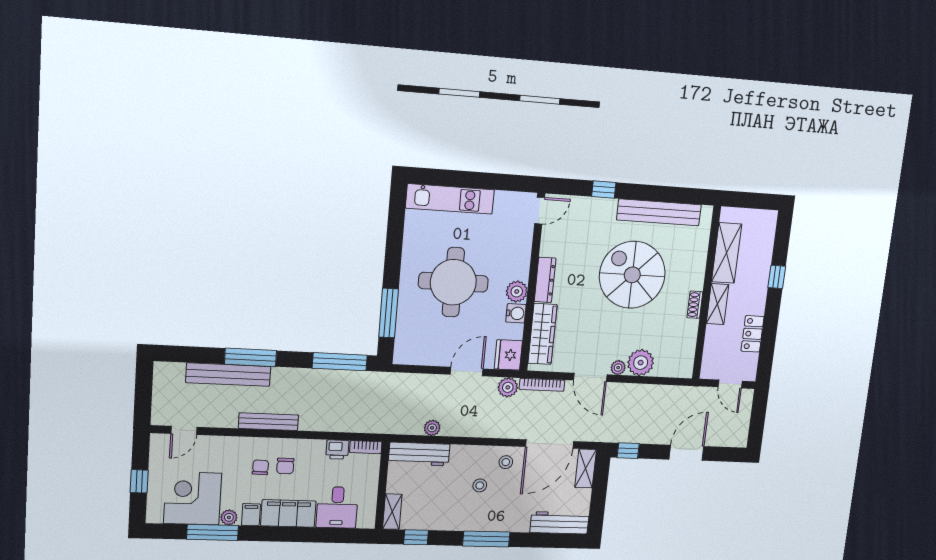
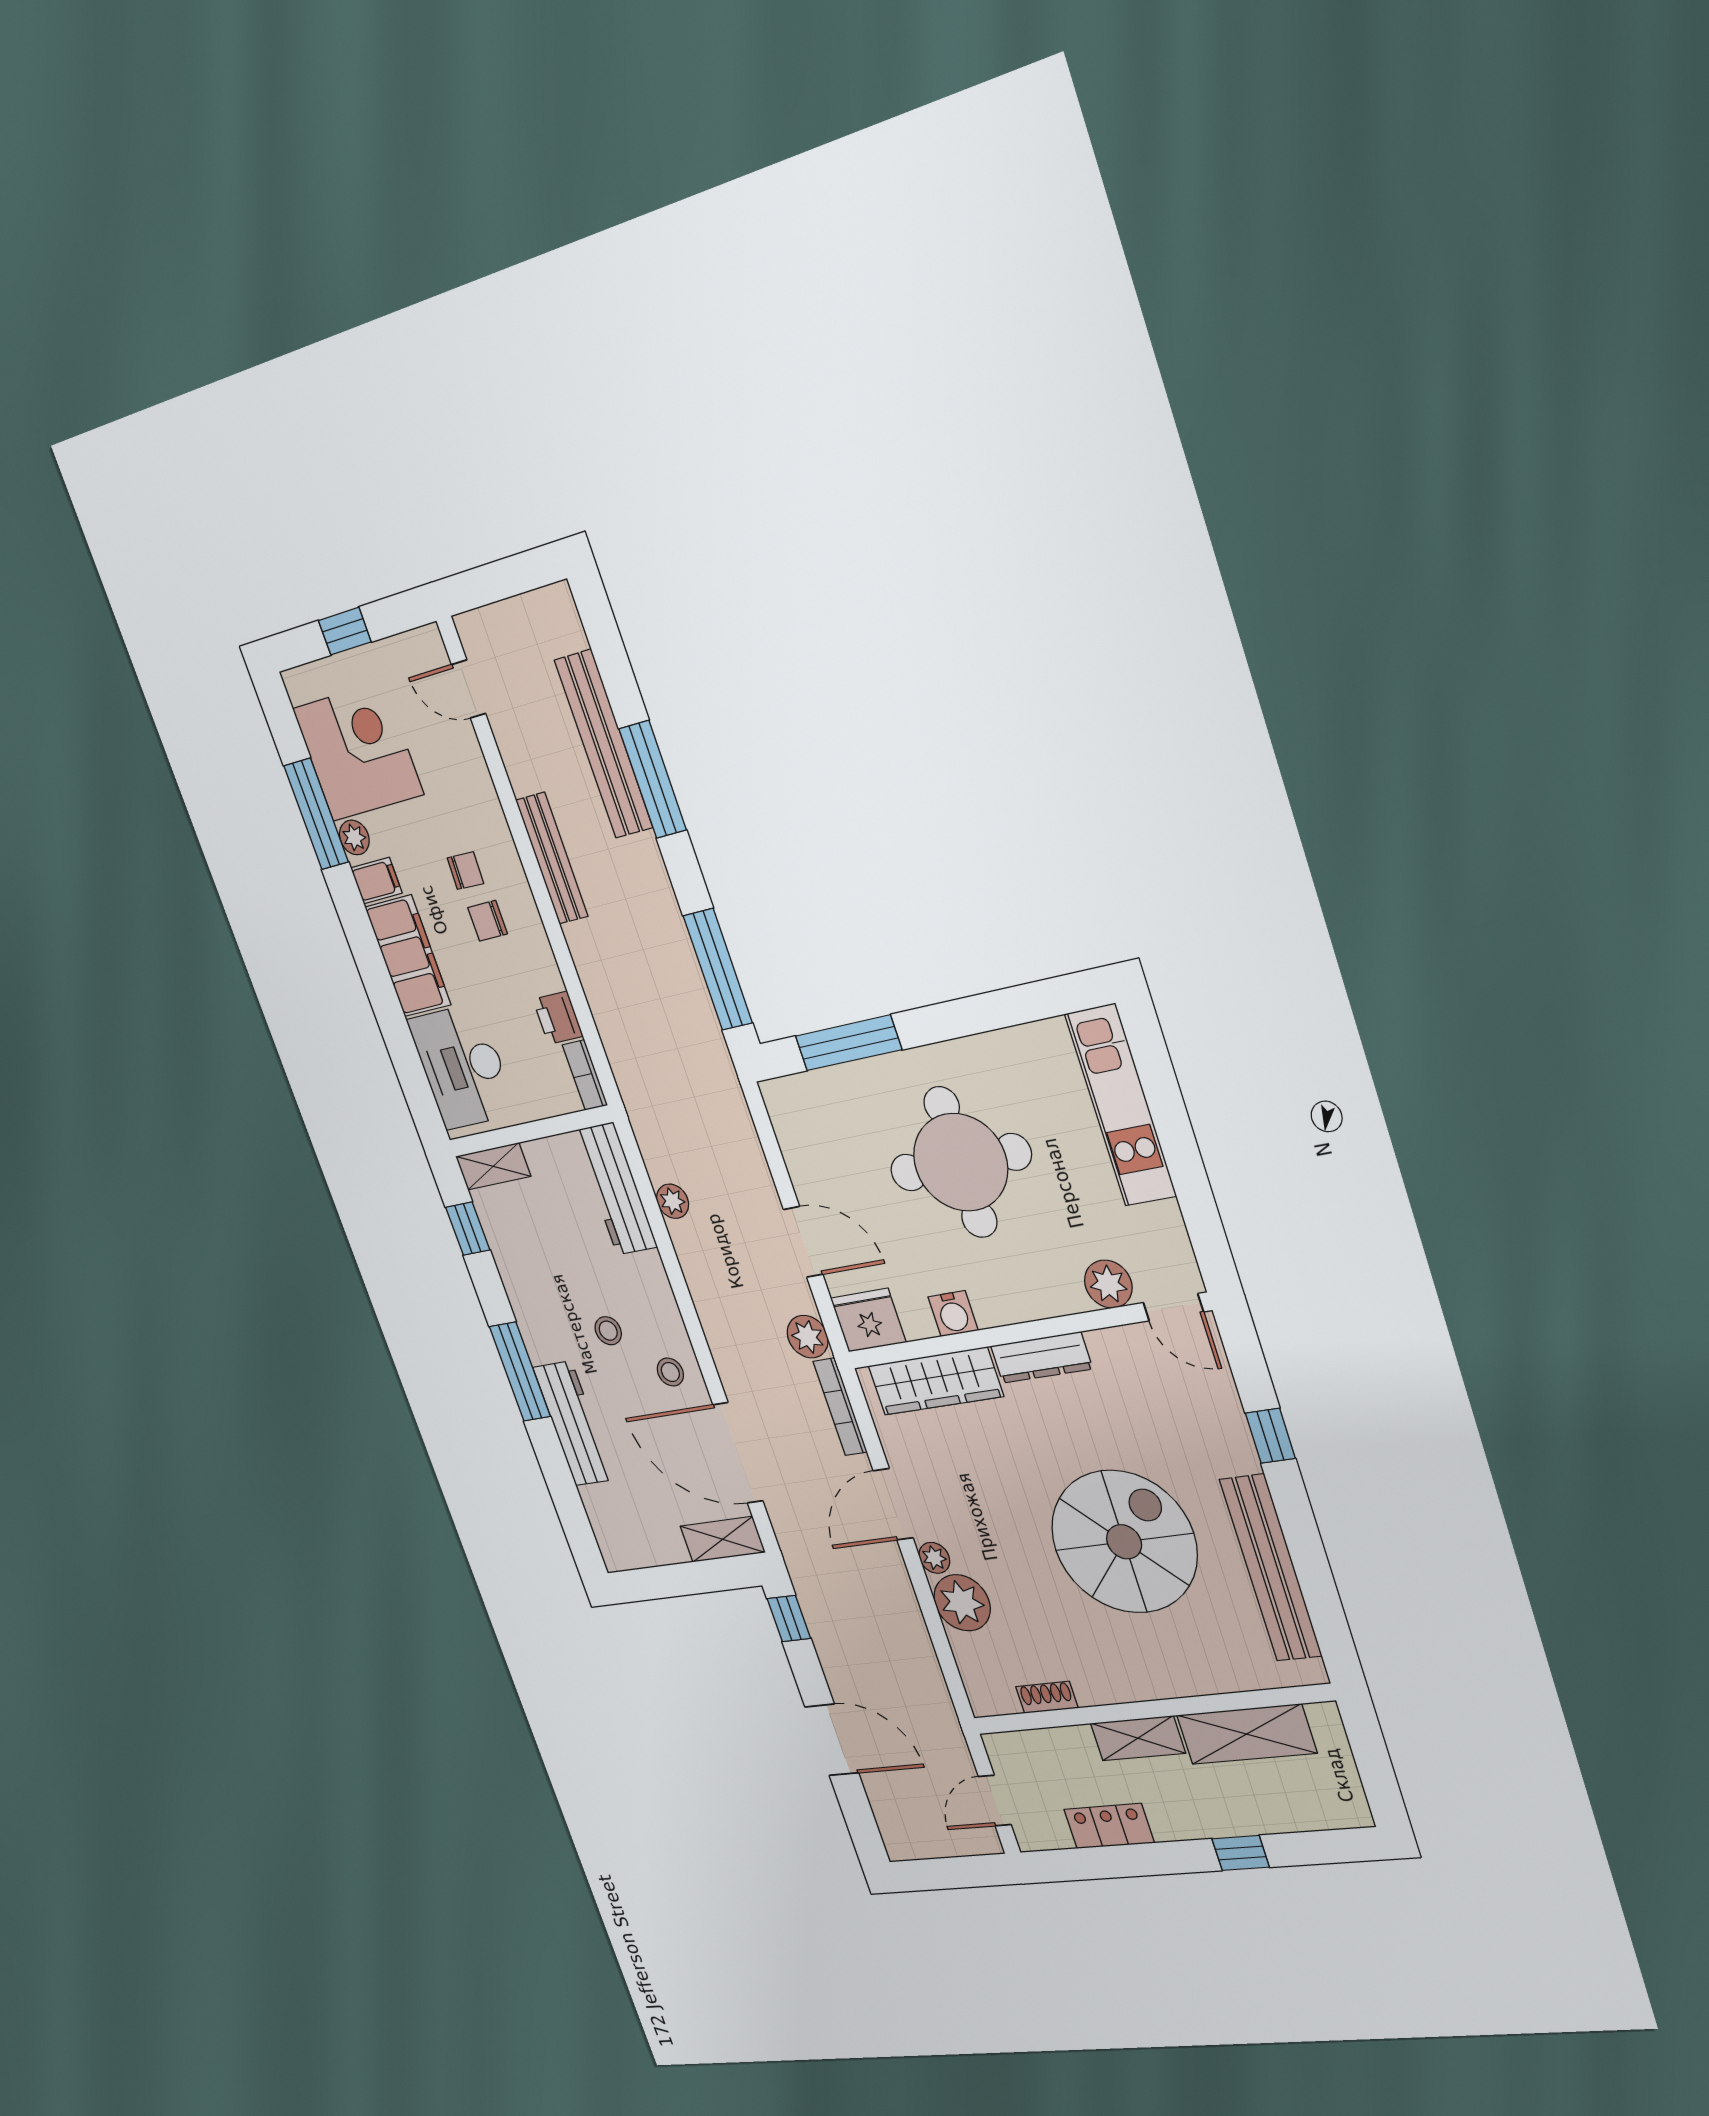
plant: (517, 292) -> (1108, 1284), moved
shoe rack: (695, 305) -> (1047, 1697), moved
desk: (337, 507) -> (462, 1067), width x1.37
workbench: (560, 523) -> (574, 1423), moved

